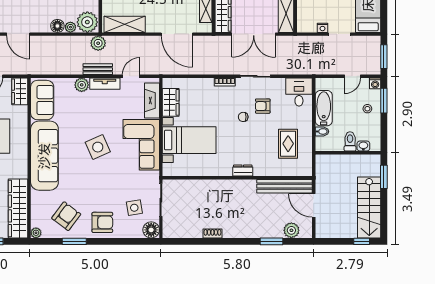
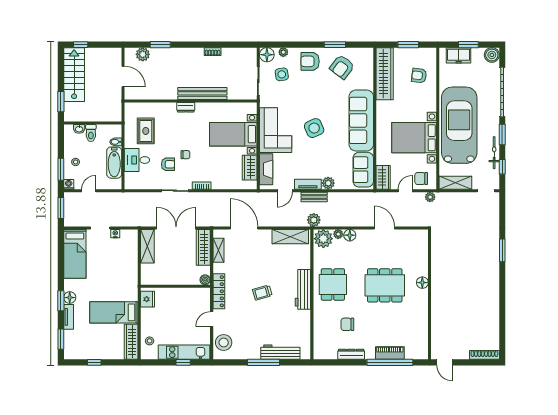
desk: (299, 92) -> (137, 160), moved, turned 90
bench: (285, 186) -> (202, 93), moved
plant: (36, 233) -> (283, 52), moved

